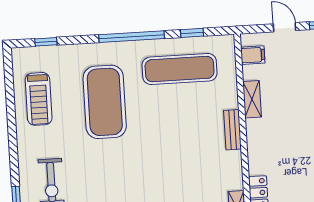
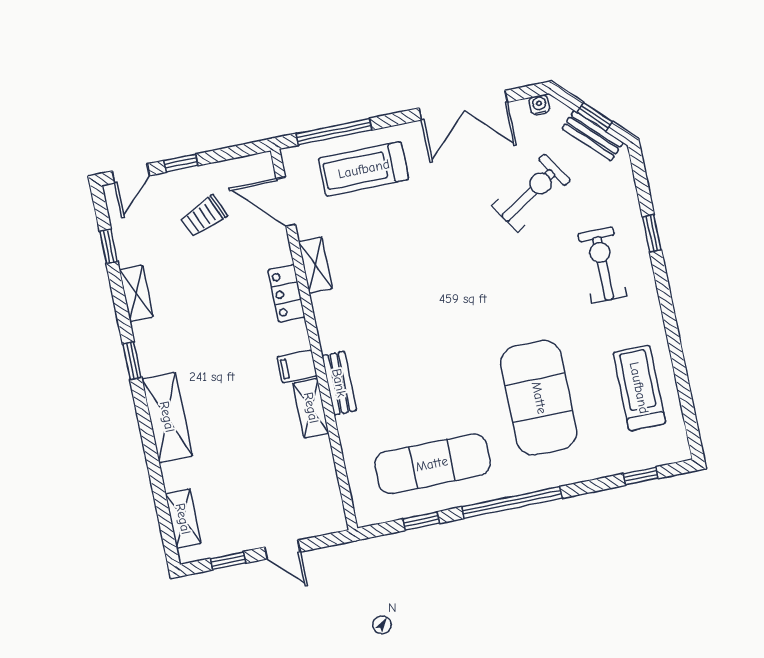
filing cabinet: (253, 55) -> (297, 366), moved
shelving: (252, 99) -> (311, 408), moved

